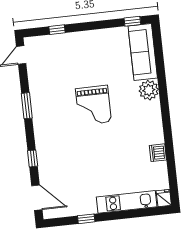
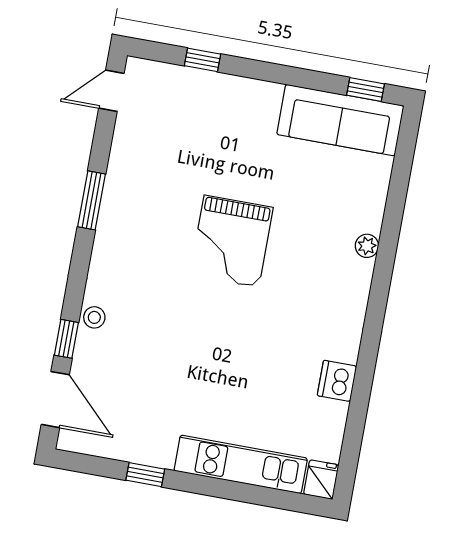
sofa: (143, 52) -> (340, 120), moved, turned -90
plant: (149, 90) -> (367, 246), width x0.53, depth x0.53
stool: (43, 157) -> (94, 317), added
window: (33, 158) -> (66, 339), moved

